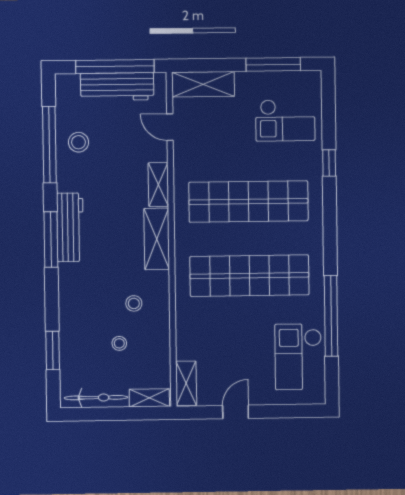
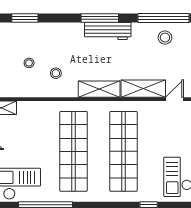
shelving: (158, 185) -> (143, 89), width x1.50, depth x1.33

